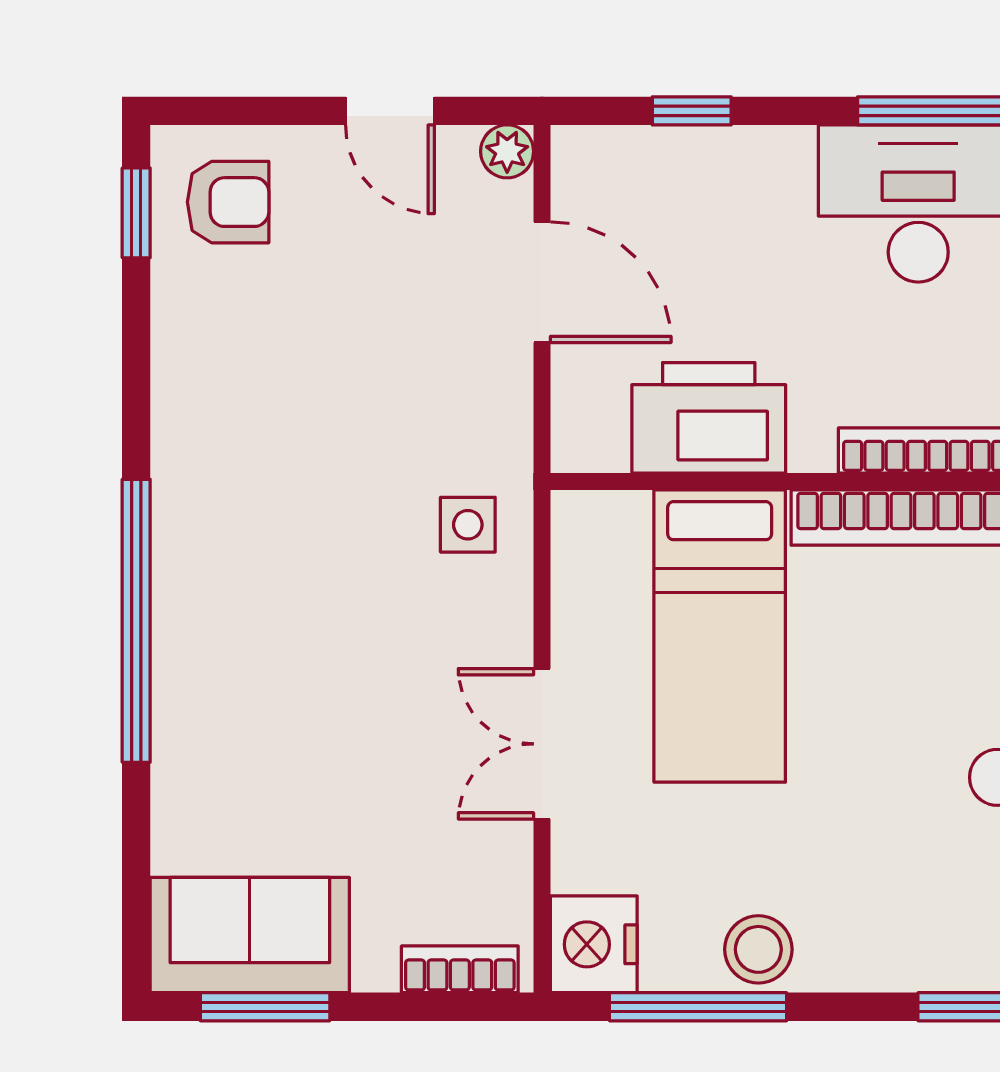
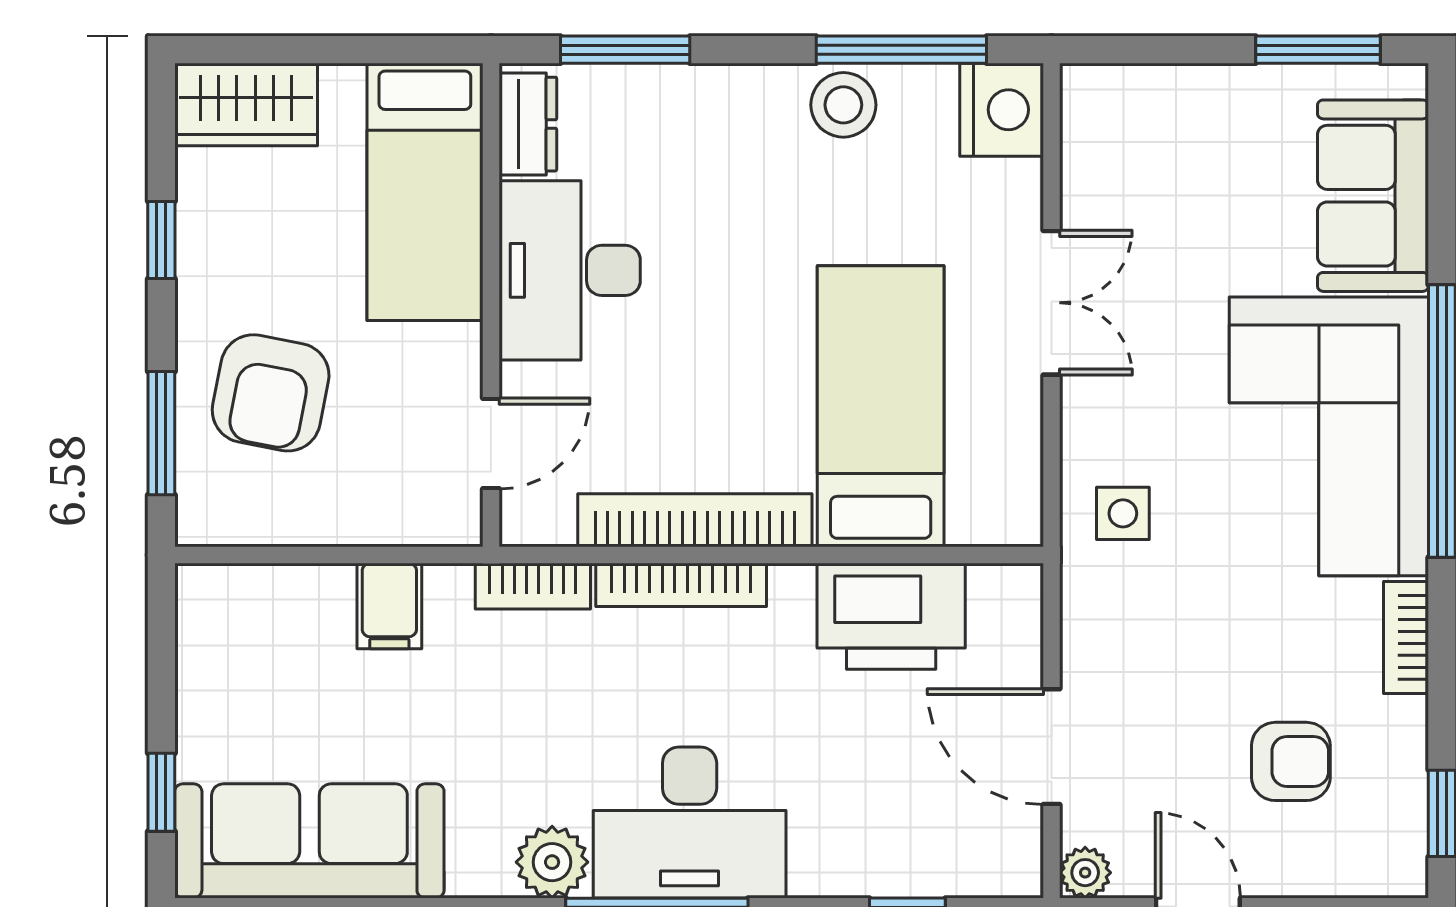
armchair: (228, 202) -> (1291, 761), moved, turned 180
corner sofa: (254, 605) -> (1329, 436), added
sofa: (250, 935) -> (1373, 196), moved, turned 90
bookcase: (460, 969) -> (1406, 637), moved, turned 90

